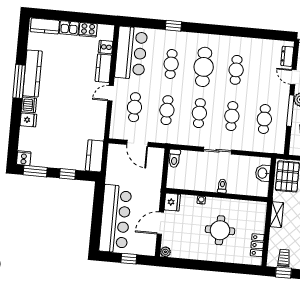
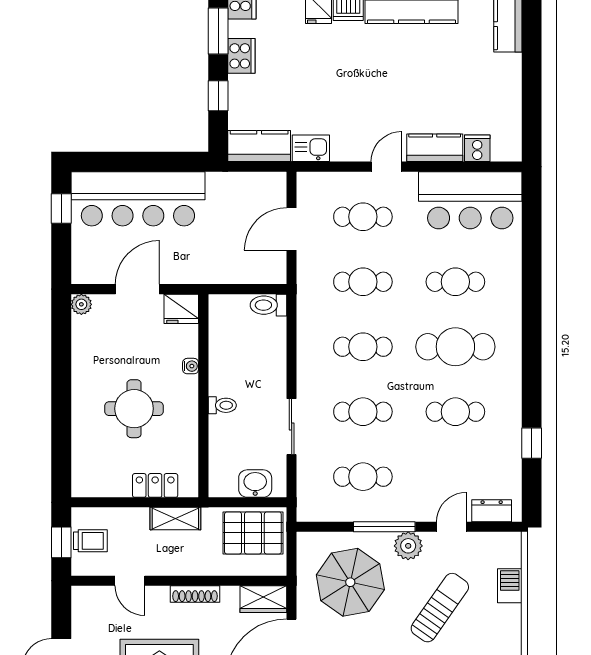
window: (173, 26) -> (532, 443), moved
kitchen sink: (69, 28) -> (311, 148), moved, turned 90
cooker: (88, 30) -> (241, 56), moved, turned 180
door: (111, 93) -> (386, 167), hinge flipped
sliding door: (218, 151) -> (292, 427), moved
door: (160, 223) -> (137, 289), hinge flipped
locker: (257, 245) -> (155, 485), moved
window: (129, 259) -> (61, 209), moved

